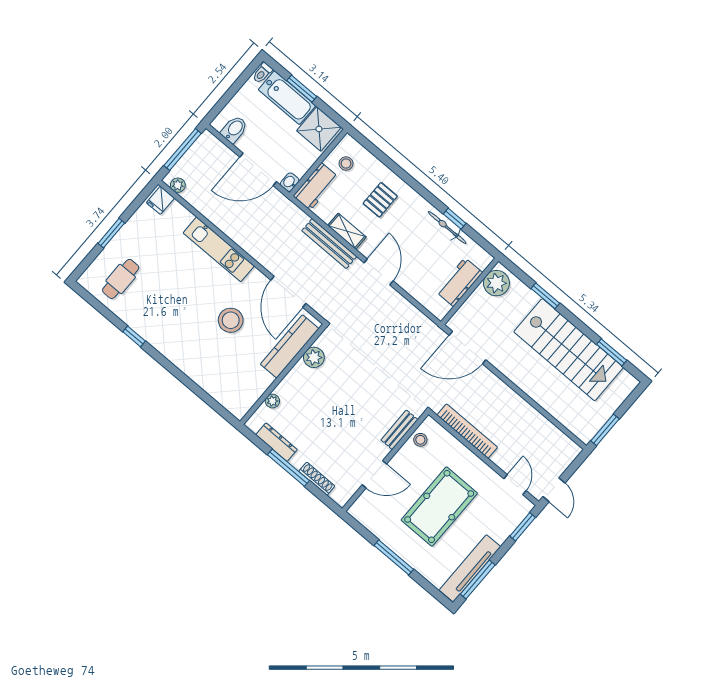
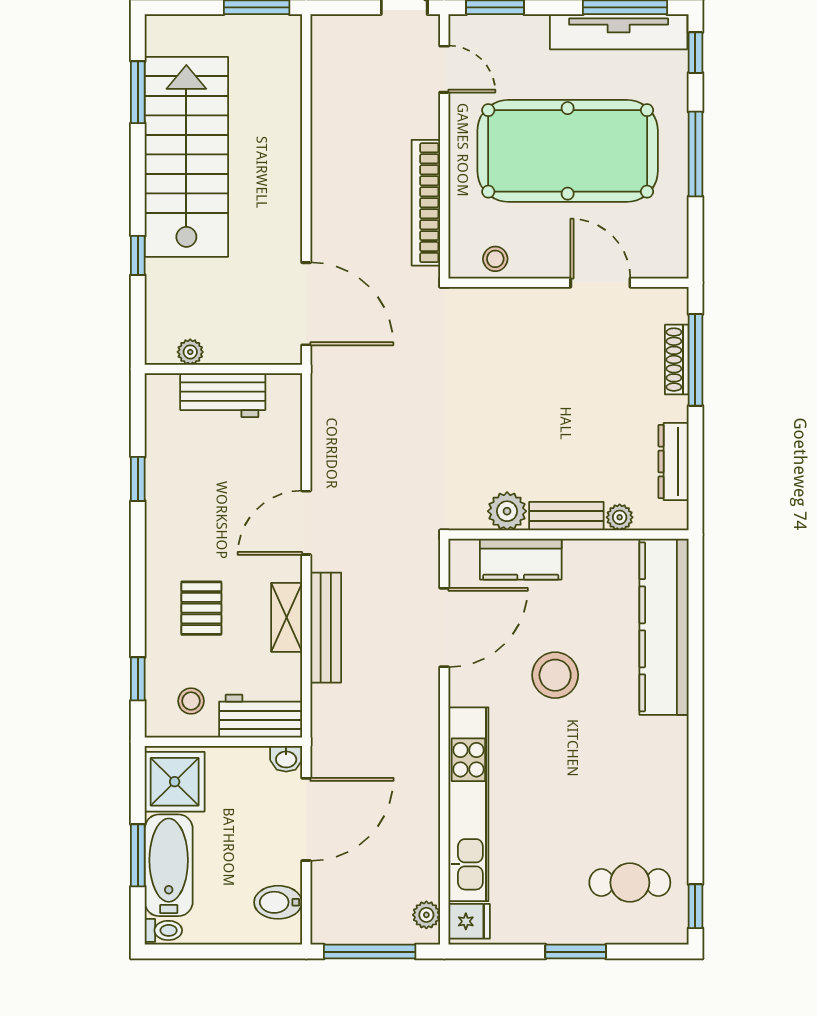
window: (373, 150) -> (138, 679), added
door: (258, 169) -> (306, 819), hinge flipped
pallet: (380, 200) -> (201, 608), turned 90
bicycle: (447, 227) -> (159, 479), removed
kitchen unit: (219, 249) -> (468, 804), width x1.36
plant: (496, 283) -> (190, 352), width x0.53, depth x0.53
window: (545, 296) -> (138, 255), width x0.67
window: (134, 336) -> (695, 906), moved
kitchen counter: (290, 346) -> (521, 559), width x0.67
kitchen counter: (213, 381) -> (664, 627), added
bench: (399, 430) -> (566, 516), moved
window: (288, 468) -> (695, 360), moved
door: (515, 485) -> (444, 69), swing flipped
pool table: (439, 507) -> (568, 151), width x1.36, depth x1.32
window: (435, 592) -> (695, 53), added

